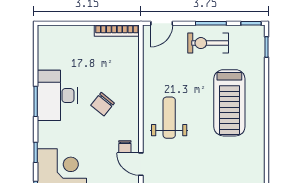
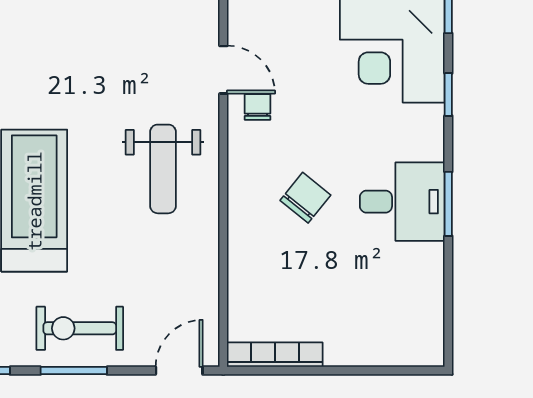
exercise bike: (208, 43) -> (80, 328), turned 180
desk: (57, 95) -> (402, 202), width x0.73

